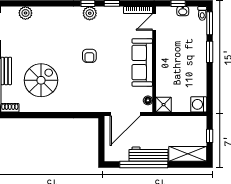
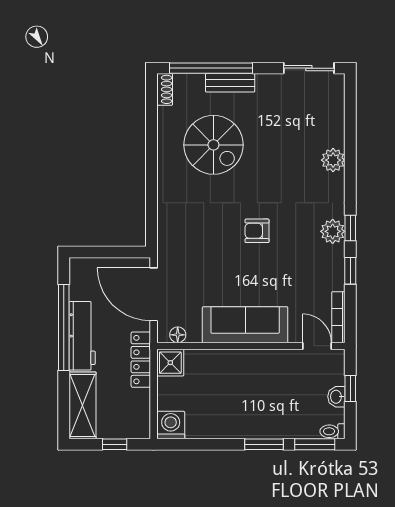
plant: (25, 13) -> (333, 160), moved
locker: (162, 121) -> (141, 360), added

